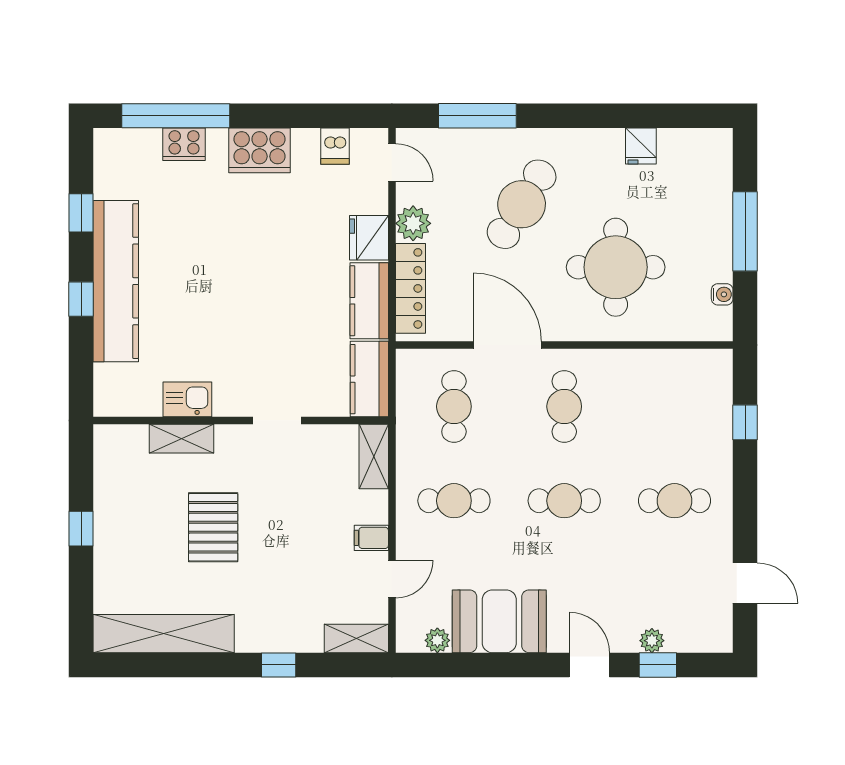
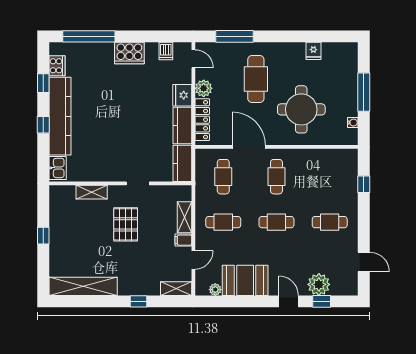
cooker: (184, 144) -> (57, 66), moved, turned -90
cafe table: (522, 204) -> (256, 79), turned -32
kitchen sink: (187, 399) -> (58, 168), moved, turned 90
shelving: (374, 457) -> (185, 217), moved
pallet: (213, 527) -> (126, 224), moved
plant: (652, 641) -> (319, 284), width x1.87, depth x1.87

